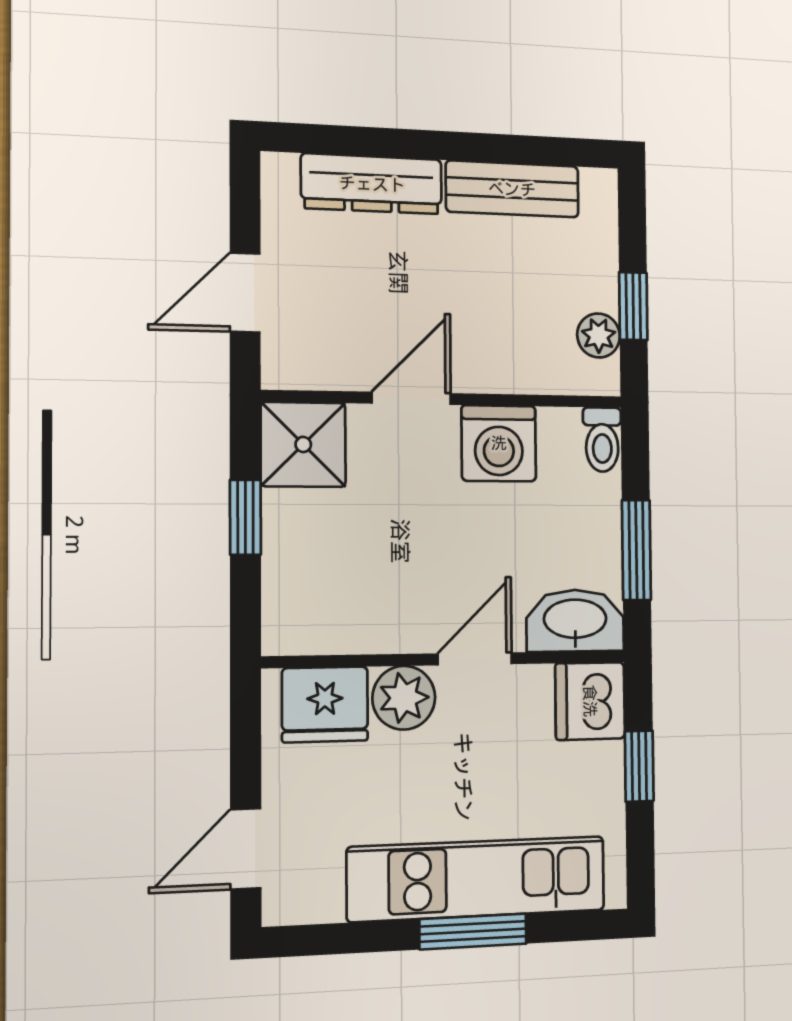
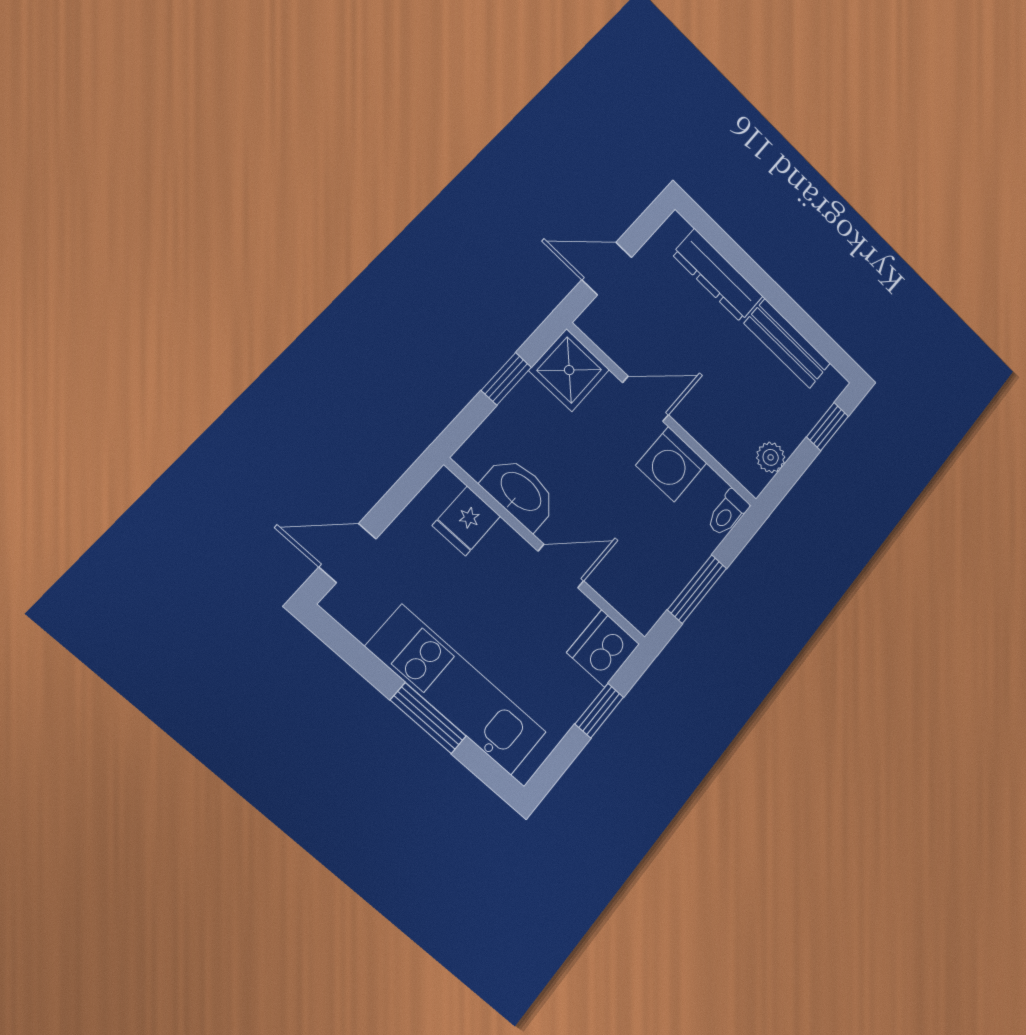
window: (633, 306) -> (828, 427), moved
washbasin: (575, 621) -> (520, 492), moved
plant: (404, 698) -> (505, 551), removed
fridge: (325, 704) -> (466, 521), width x0.72

